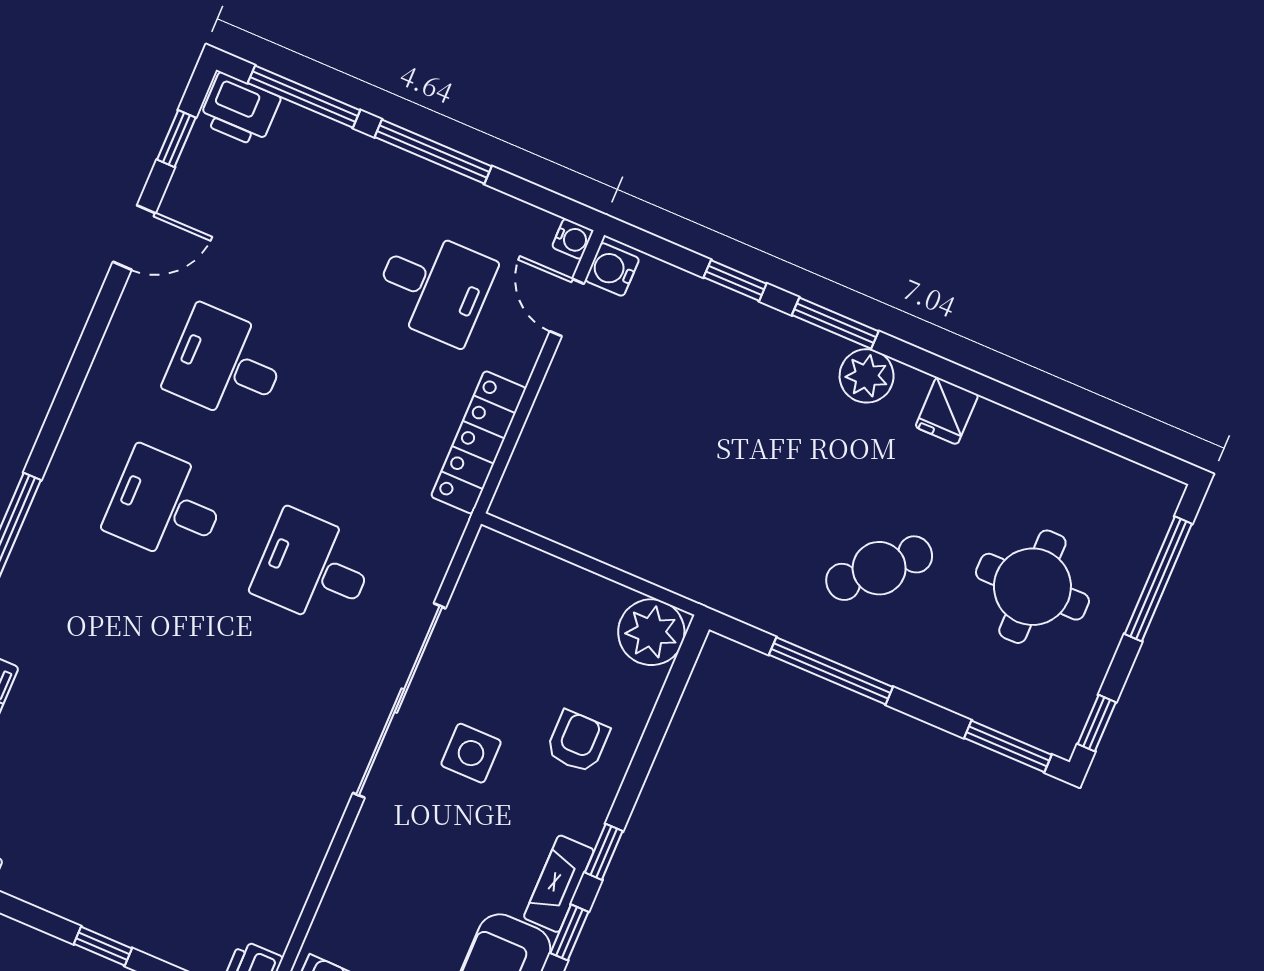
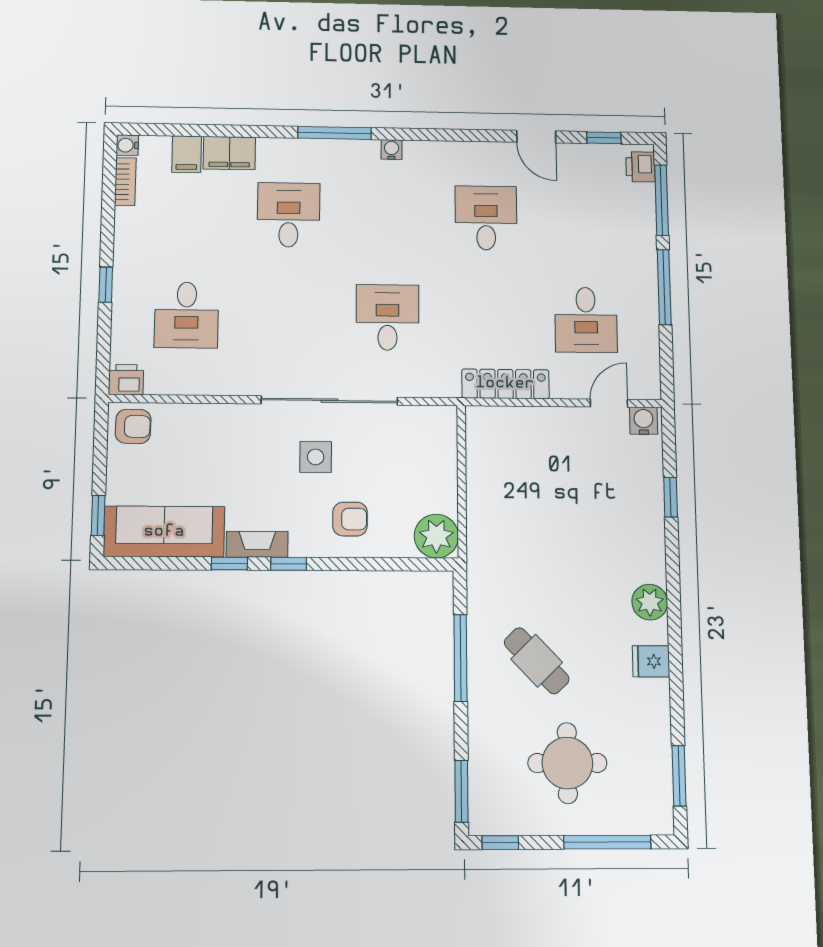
printer: (240, 110) -> (640, 167), width x0.73, depth x0.81
water cooler: (573, 239) -> (392, 149), moved, turned 180
window: (835, 323) -> (679, 776), moved
desk: (166, 505) -> (289, 215), moved
desk: (194, 850) -> (186, 315), added

